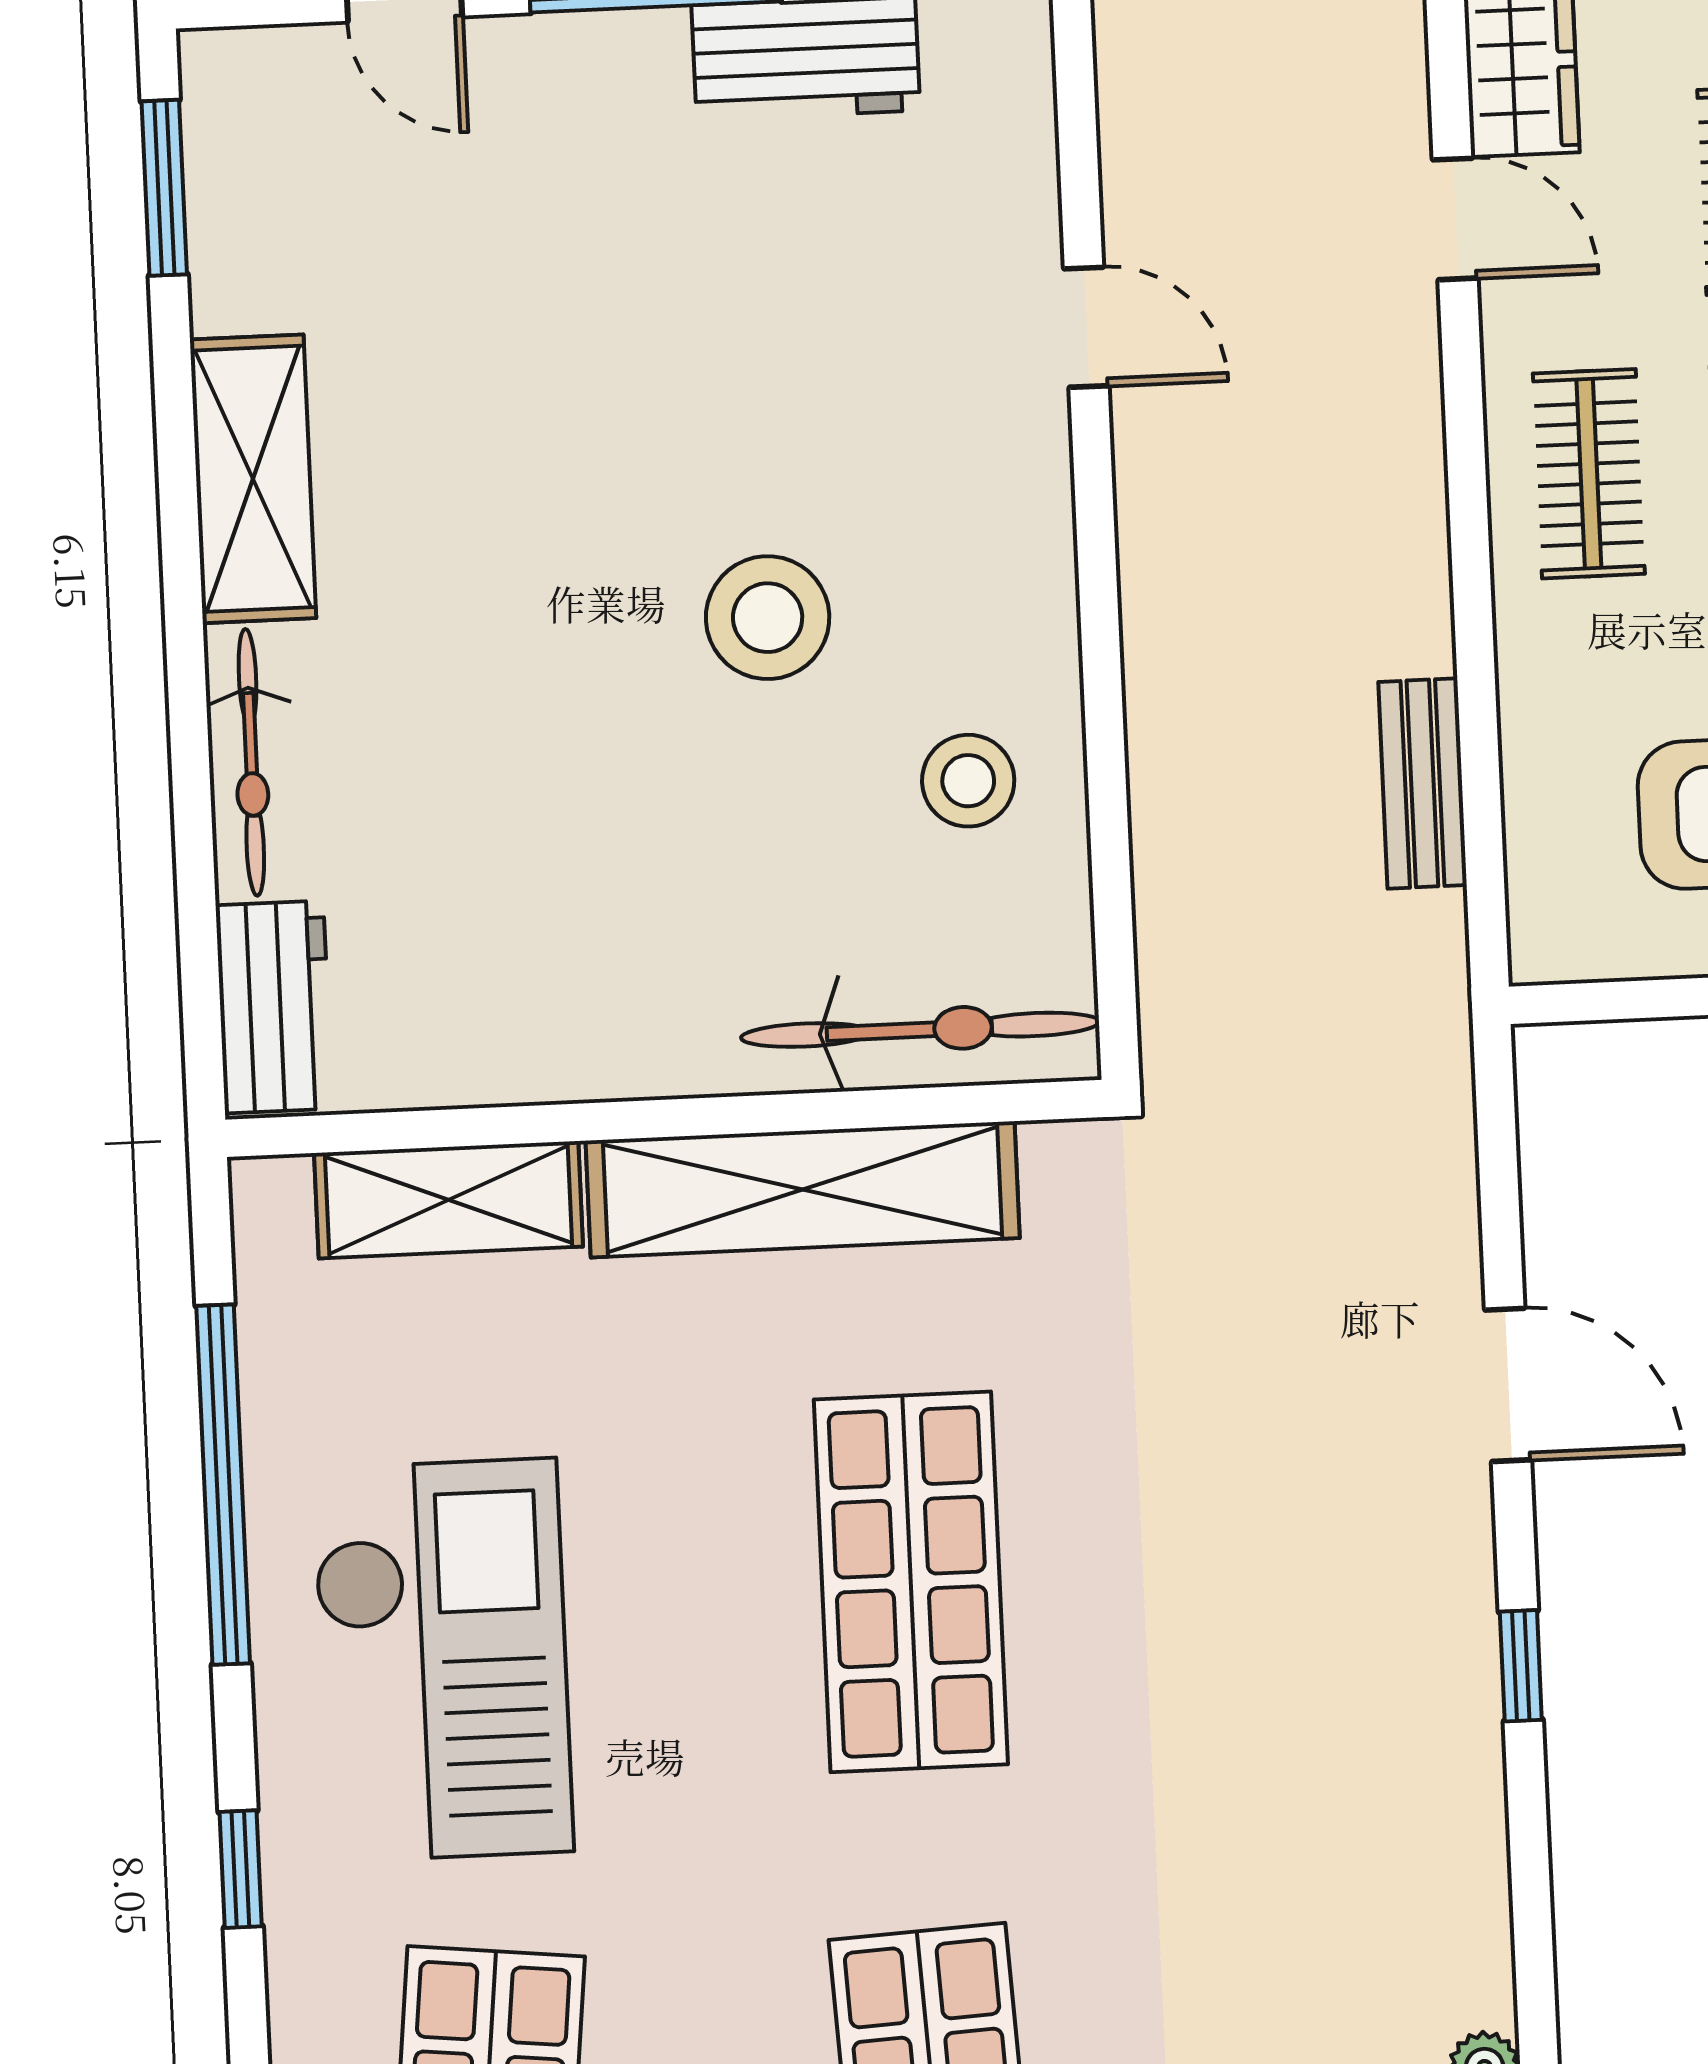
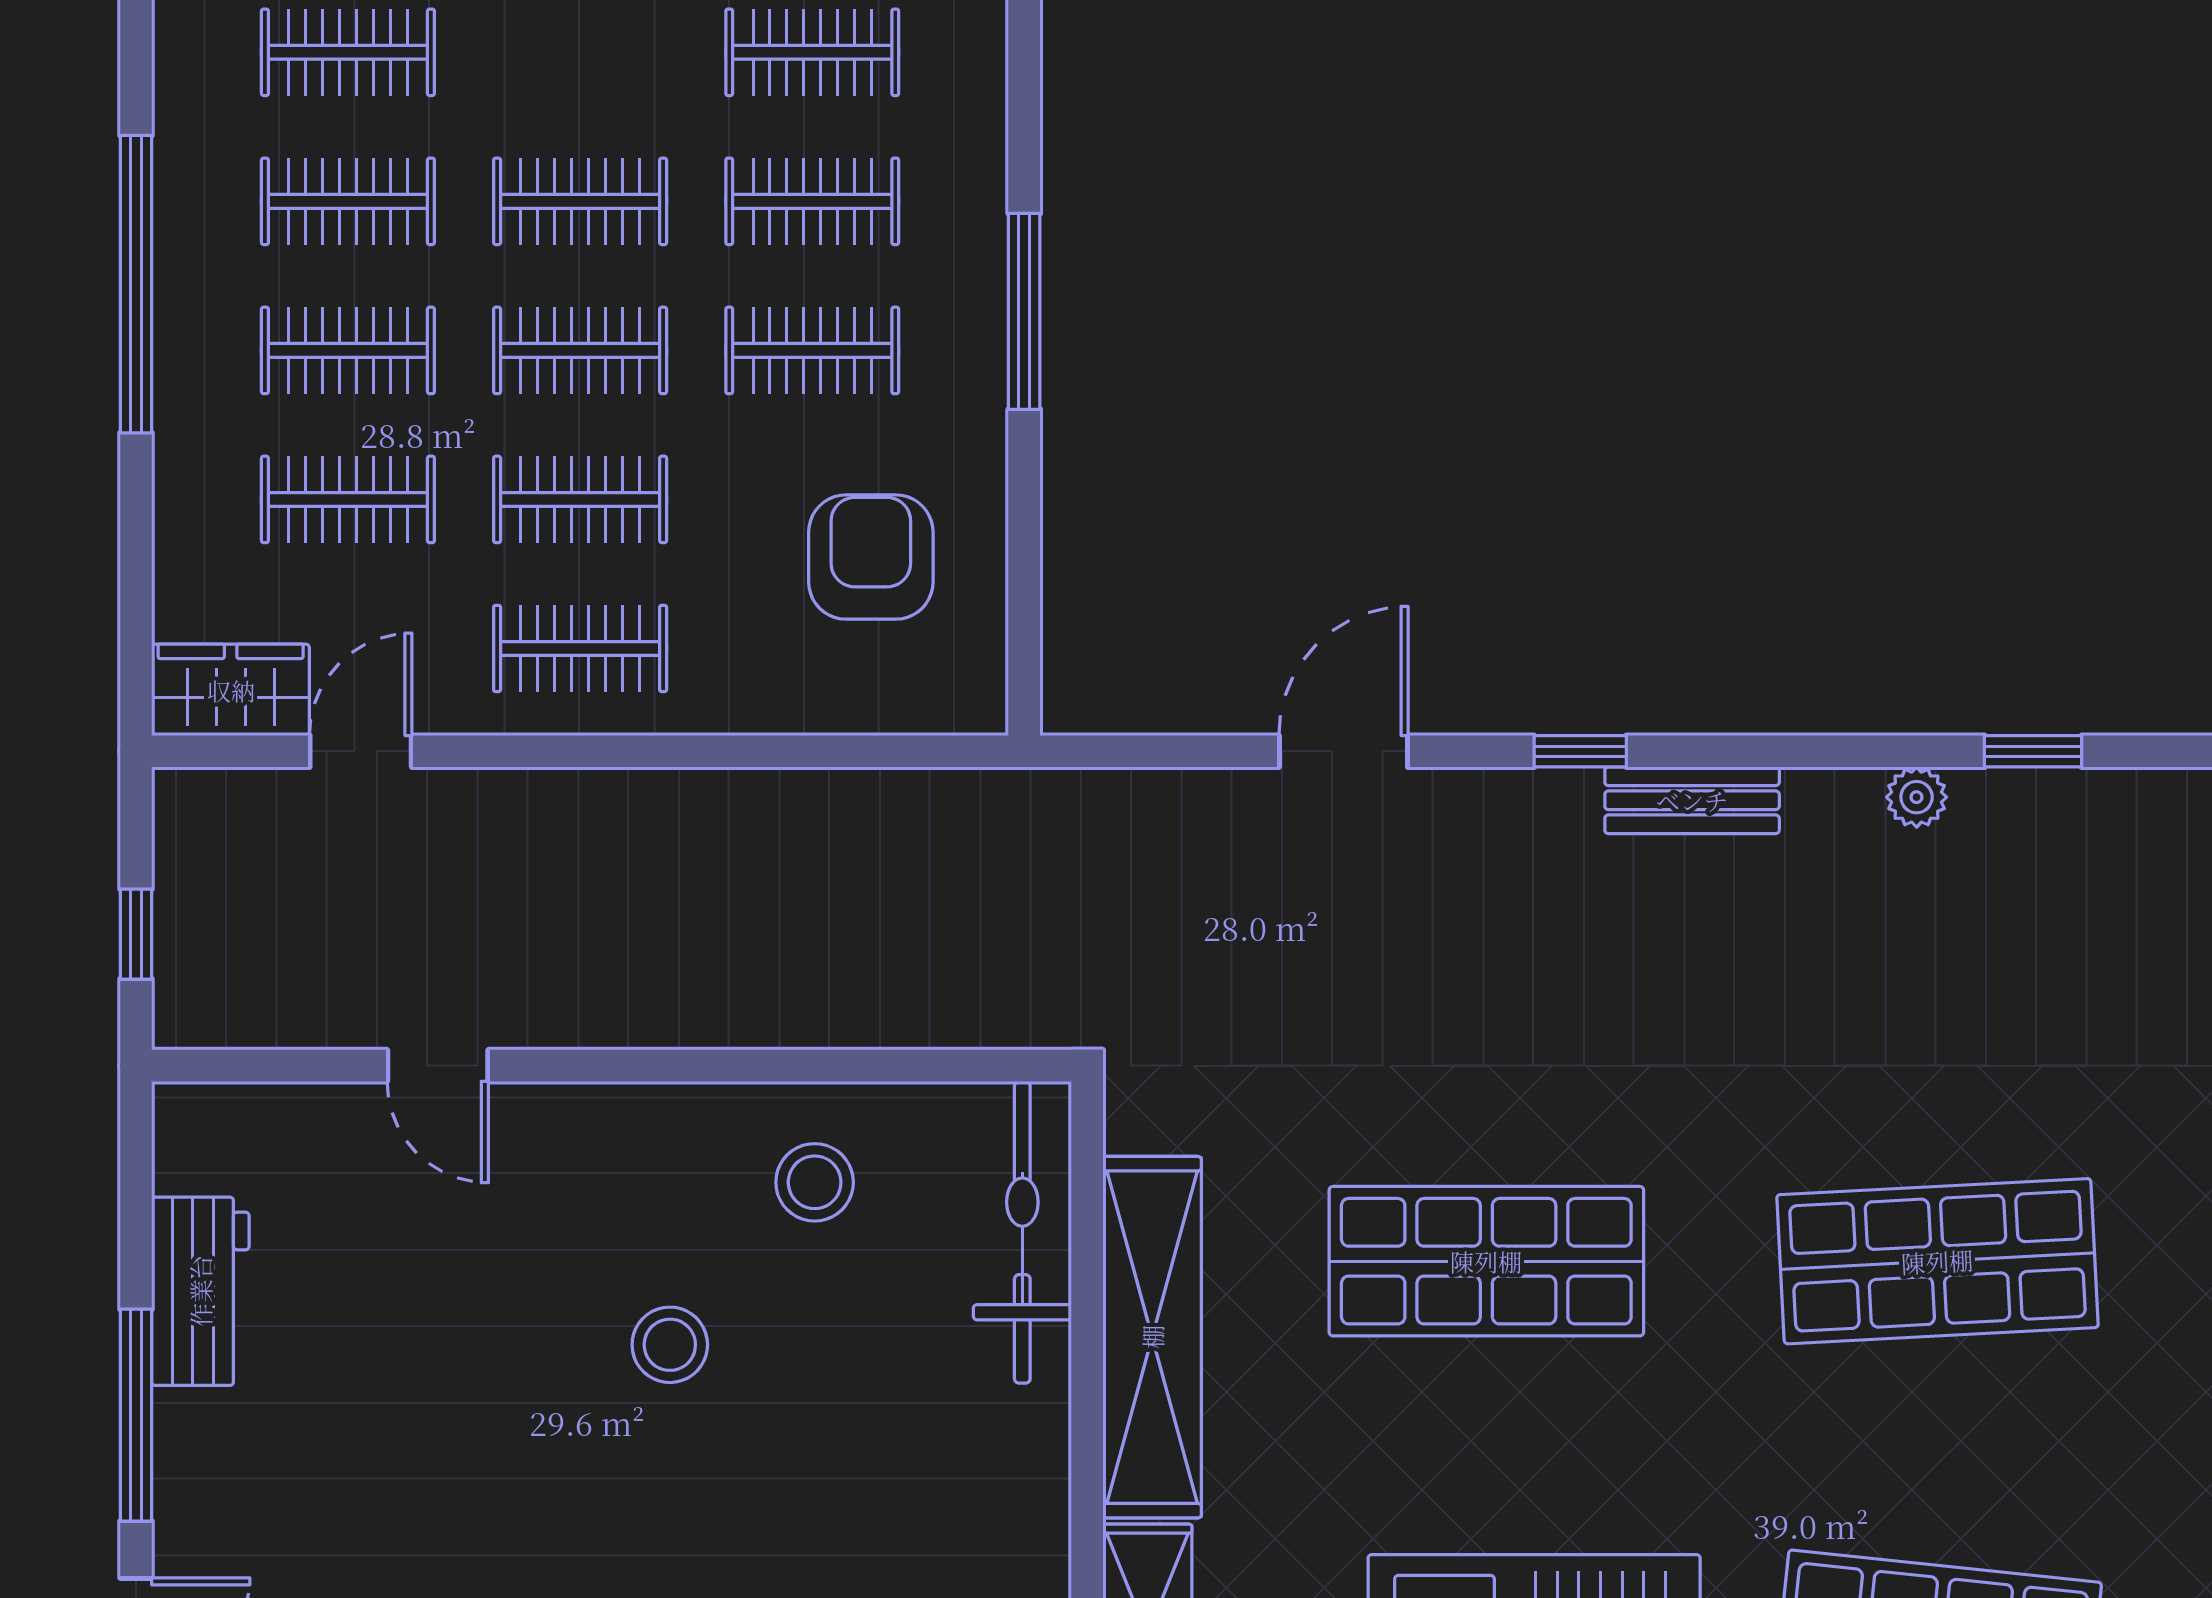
door: (1086, 327) -> (438, 1066), swing flipped
stool: (768, 618) -> (670, 1345), width x0.73, depth x0.73
bench: (1422, 783) -> (1692, 800), moved

